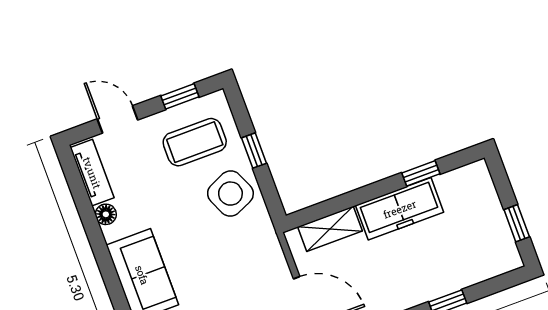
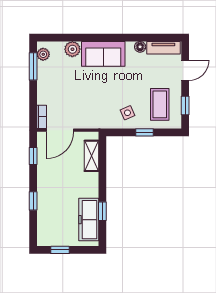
side table: (230, 194) -> (127, 113), width x0.54, depth x0.54
freezer: (400, 209) -> (89, 220), moved

